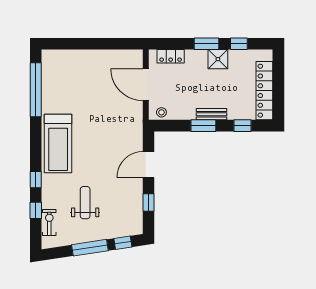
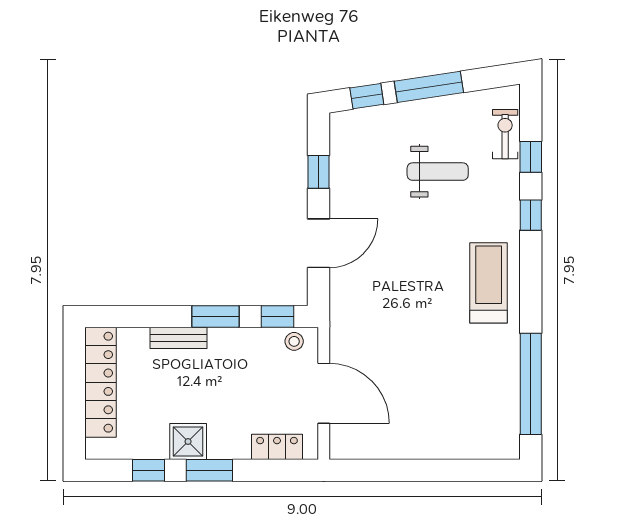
bench: (211, 114) -> (179, 338), moved
window: (243, 126) -> (278, 316), moved
treadmill: (58, 143) -> (489, 283), width x0.73, depth x0.73
weight bench: (85, 203) -> (438, 172), turned -90
exercise bike: (49, 223) -> (505, 134), turned 180

